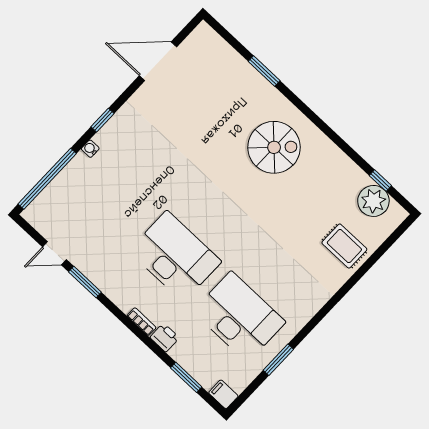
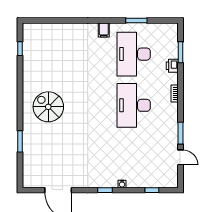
window: (47, 179) -> (152, 190), width x0.32
plant: (373, 201) -> (31, 43), removed
rug: (344, 246) -> (62, 38), removed
printer: (165, 338) -> (172, 66), moved
filing cabinet: (223, 394) -> (104, 30), moved

